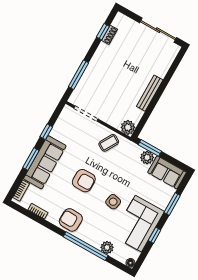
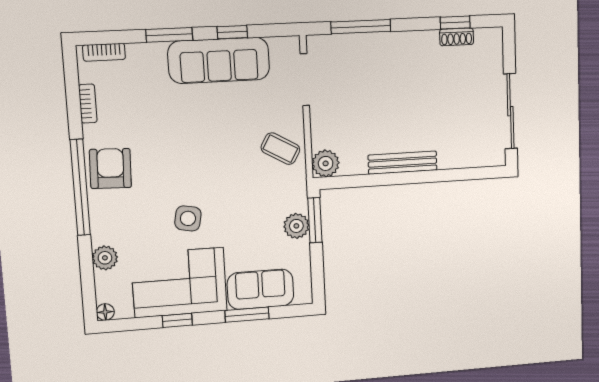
sofa: (45, 162) -> (219, 60), moved
sofa: (167, 172) -> (260, 289), moved, turned 90
armchair: (84, 181) -> (191, 148), removed
window: (86, 246) -> (80, 187), moved

